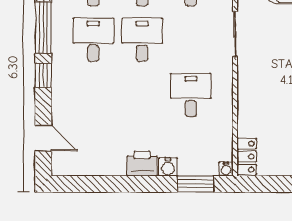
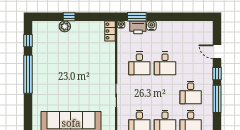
desk: (142, 40) -> (165, 63), moved
door: (43, 138) -> (217, 52), moved
printer: (142, 164) -> (138, 27), moved

